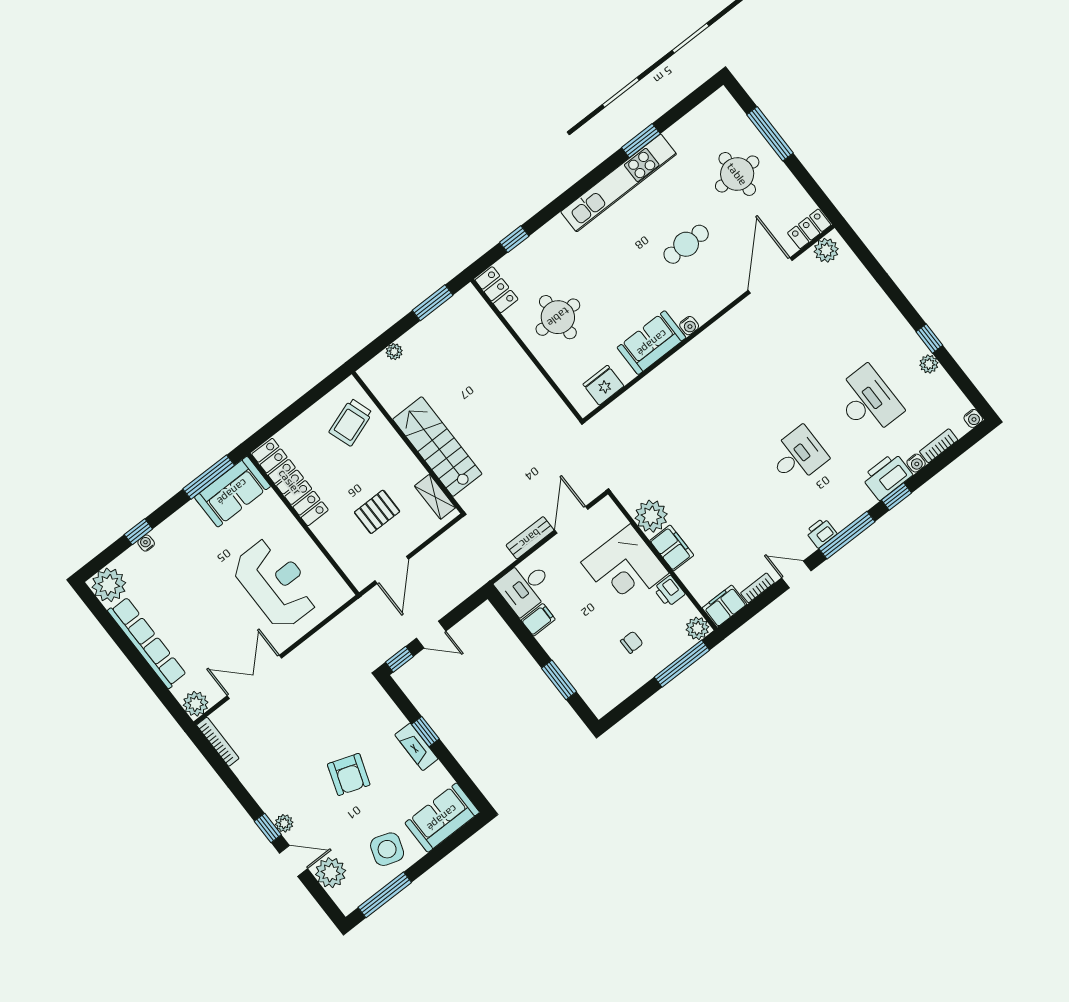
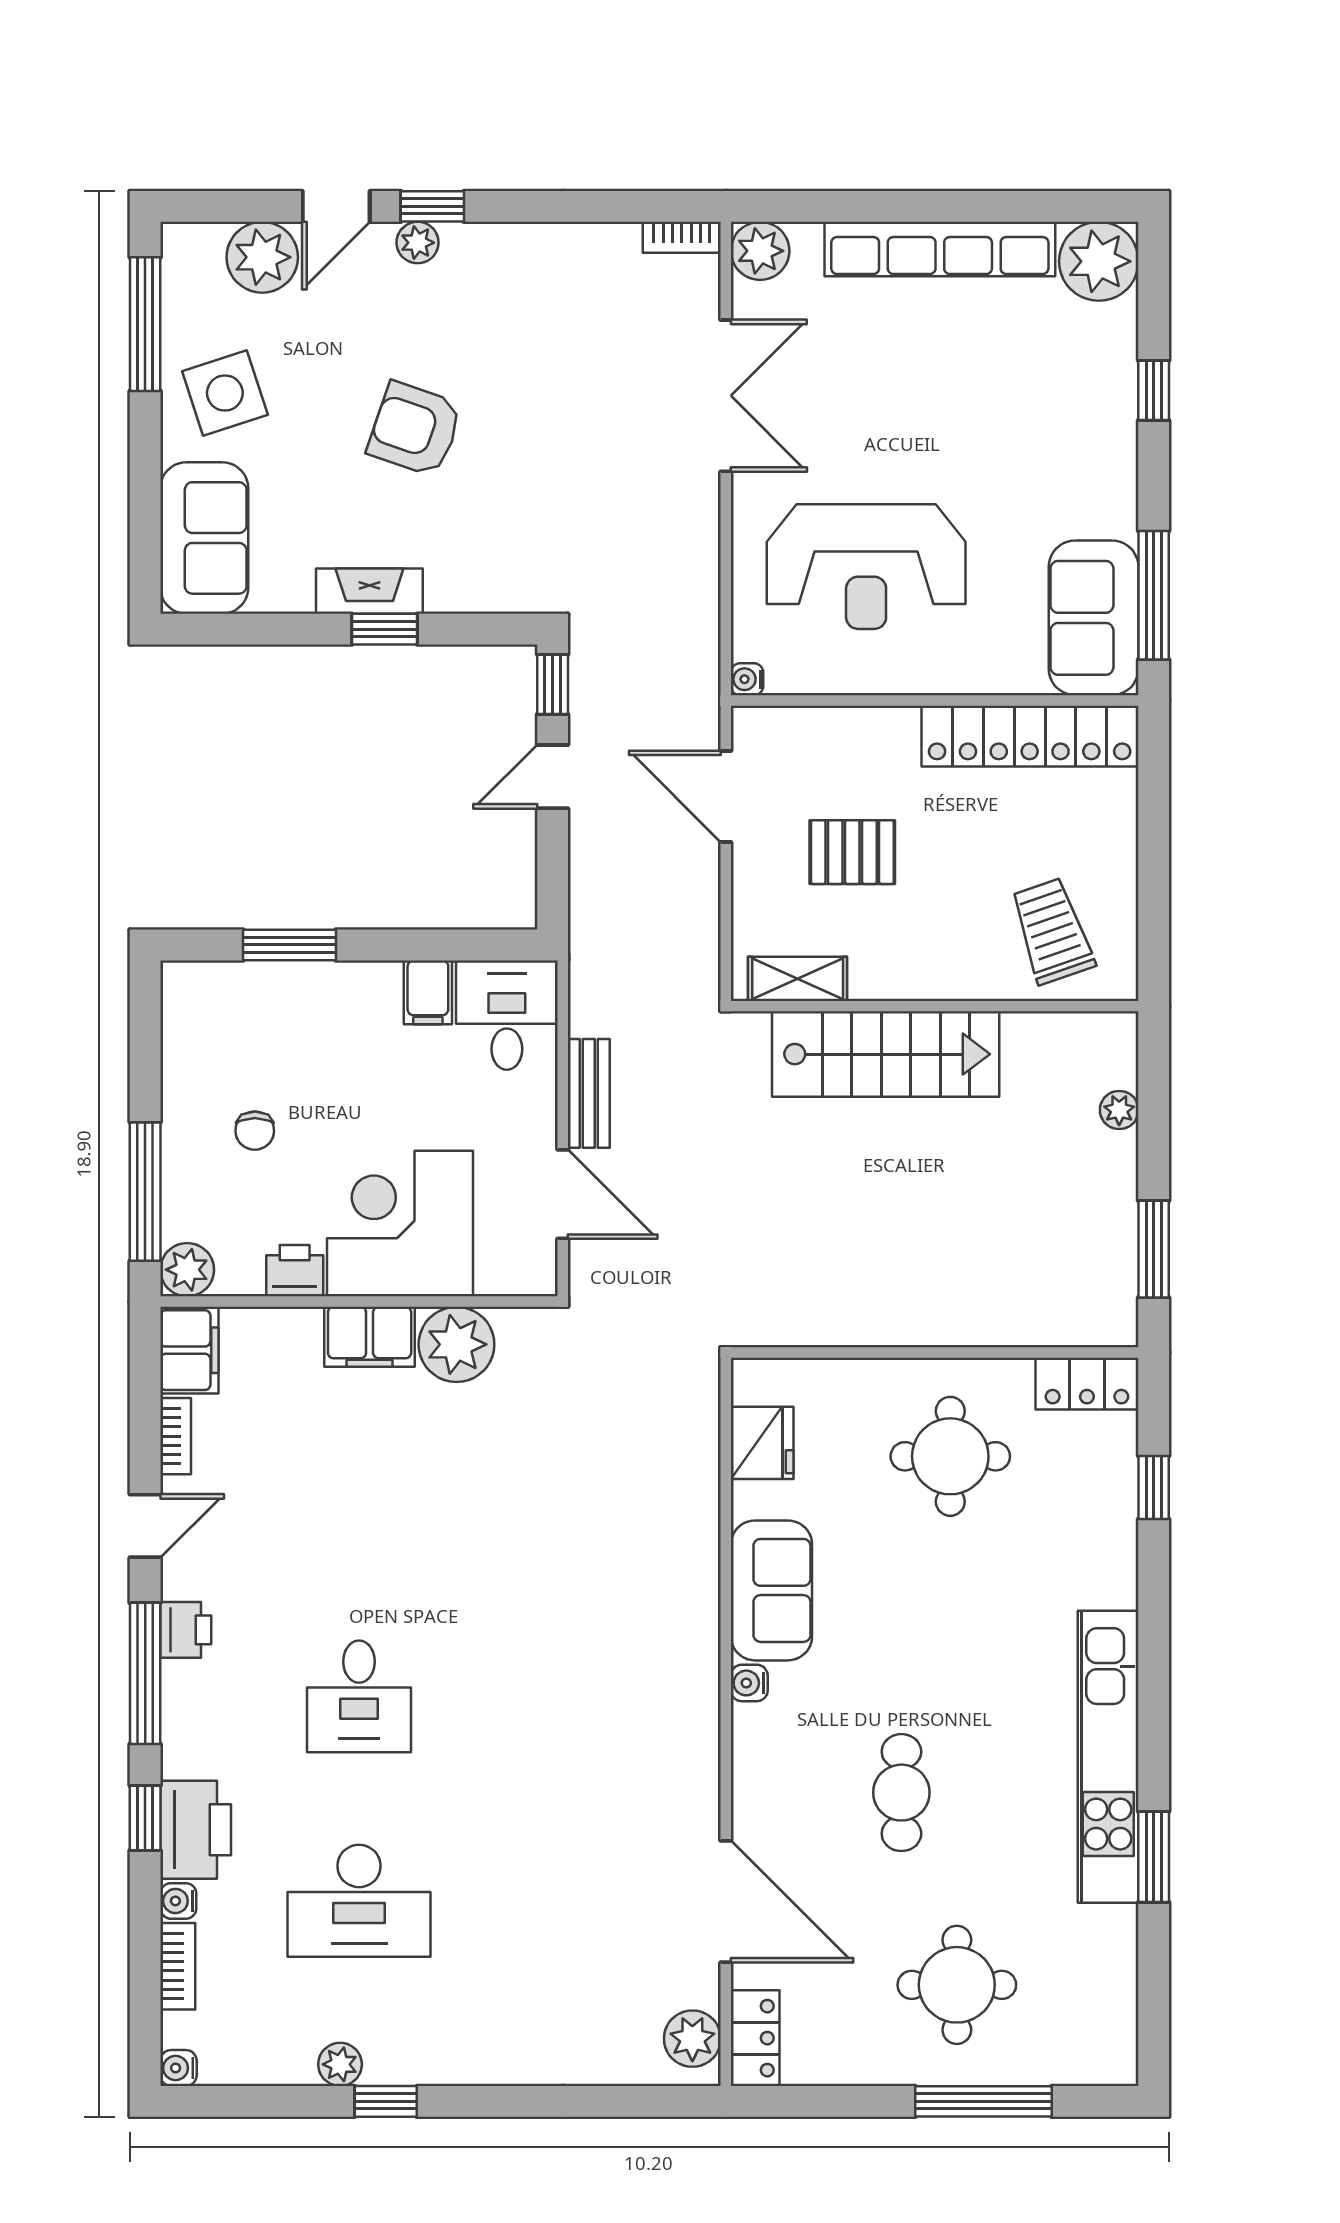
pallet: (377, 512) -> (852, 852), turned 90
water cooler: (146, 543) -> (747, 679), moved, turned 180
bookcase: (218, 742) -> (682, 237), width x0.64
side table: (387, 849) -> (225, 393), turned -37

